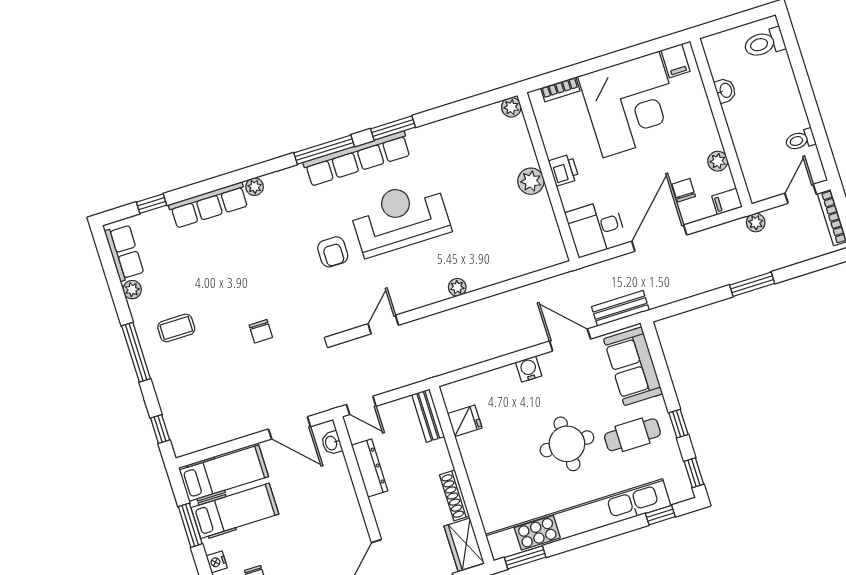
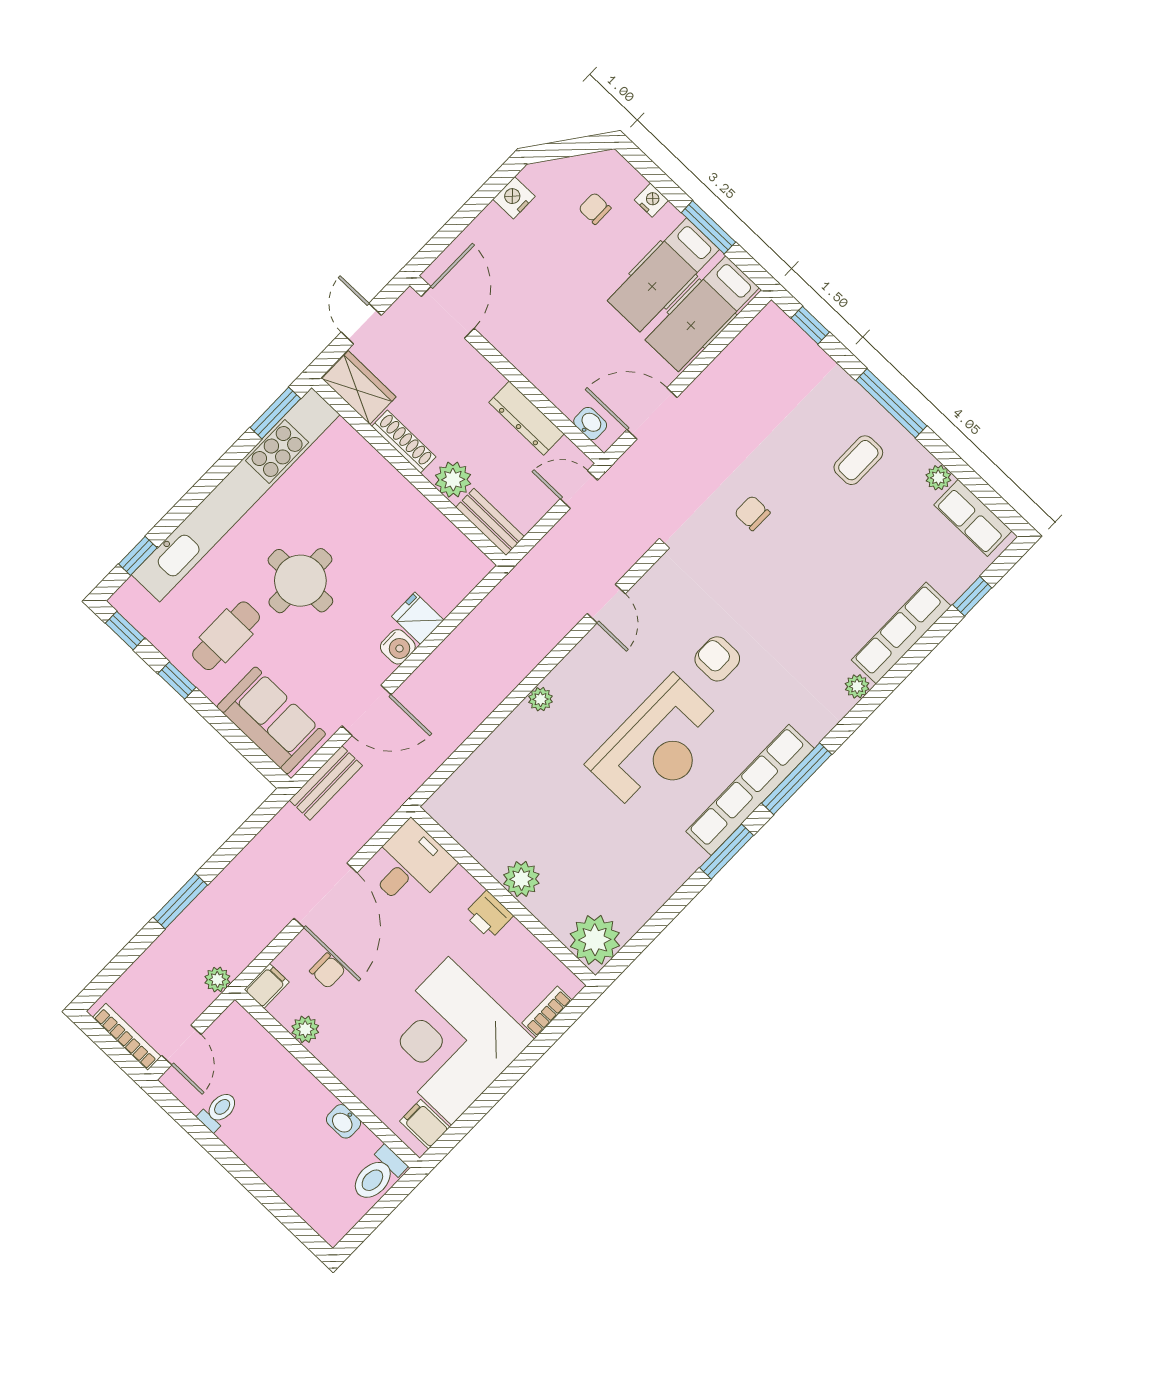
toilet: (764, 43) -> (378, 1175), moved, turned 180
plant: (511, 107) -> (595, 940), width x1.88, depth x1.88
fridge: (465, 421) -> (418, 618), moved, turned 90
plant: (437, 455) -> (453, 480), added

